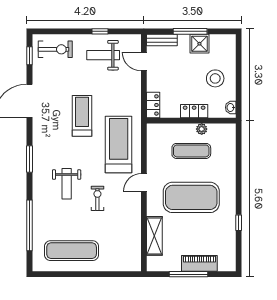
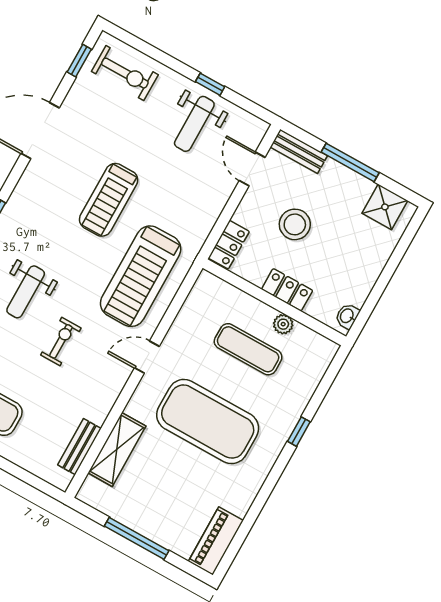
shower: (199, 44) -> (385, 207), moved
weight bench: (103, 55) -> (194, 124), turned -90
stool: (215, 78) -> (295, 224), moved
treadmill: (82, 116) -> (109, 200), turned 180
treadmill: (119, 145) -> (141, 276), turned 180
window: (239, 223) -> (299, 432), moved
bench: (135, 245) -> (80, 447), added
piano: (199, 263) -> (216, 541), moved, turned -90

